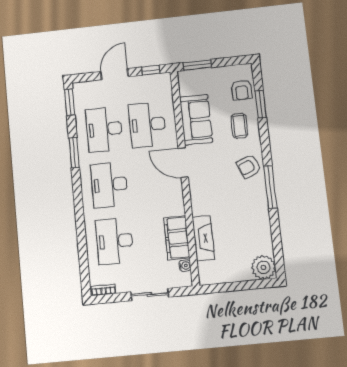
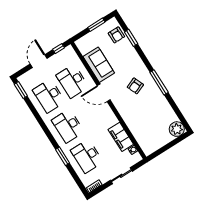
window: (197, 65) -> (96, 25), moved
coffee table: (239, 126) -> (125, 56), removed
window: (74, 153) -> (63, 156), moved
armchair: (249, 166) -> (135, 86), moved
fireplace: (203, 238) -> (136, 130), removed

